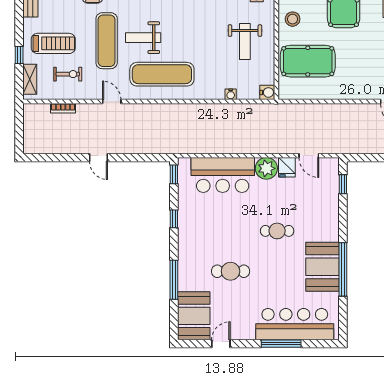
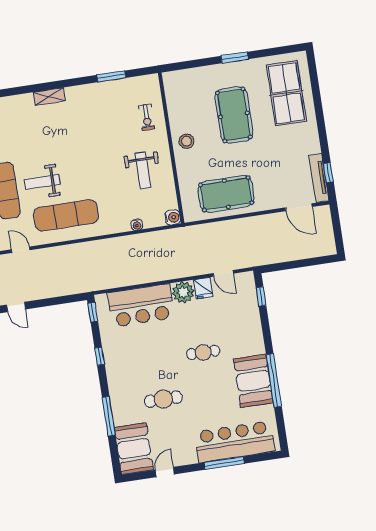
pool table: (308, 61) -> (226, 194), moved

